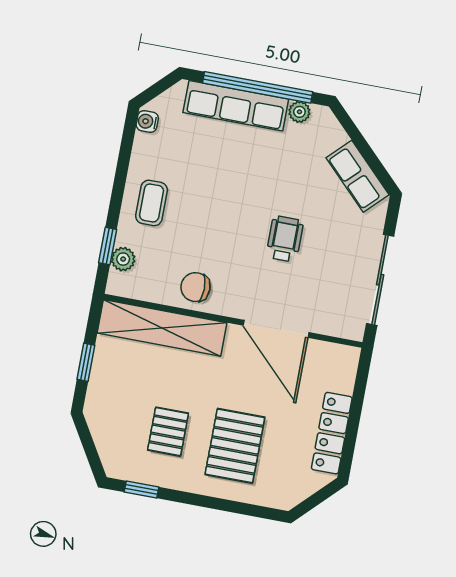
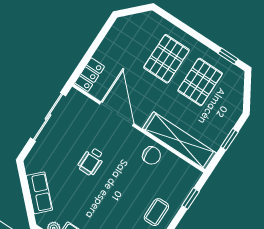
row of seats: (357, 176) -> (39, 193), moved
plant: (123, 259) -> (185, 188), removed
pallet: (168, 432) -> (200, 82), width x1.50, depth x1.42
locker: (332, 433) -> (90, 75), moved, width x0.66

